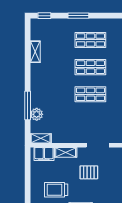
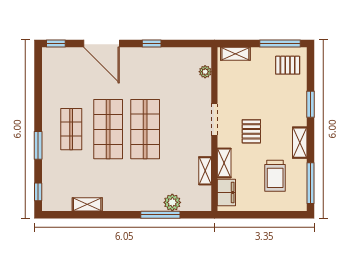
shop shelf: (90, 67) -> (108, 129), width x1.43, depth x1.36
shop shelf: (90, 94) -> (145, 129), width x1.43, depth x1.36
shelving: (41, 138) -> (205, 171), moved

